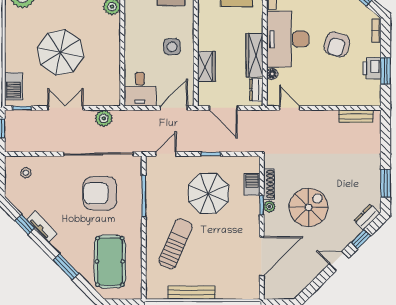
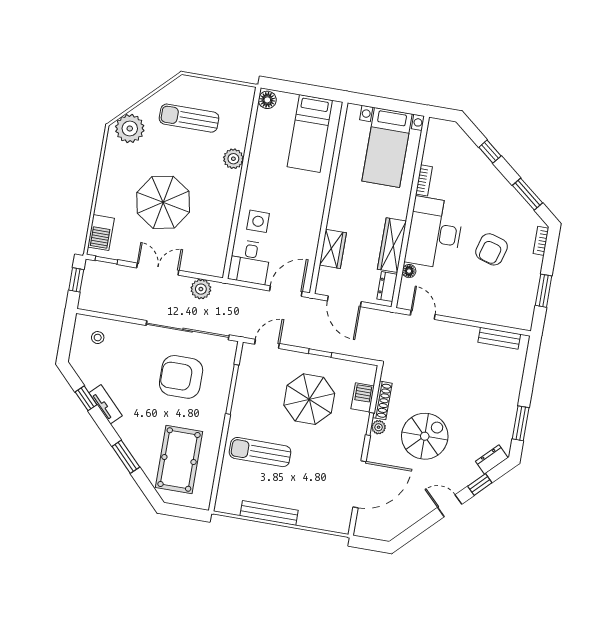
side table: (172, 47) -> (258, 221), moved
printer: (372, 68) -> (528, 285), removed
sun lounger: (175, 244) -> (260, 452), turned -113

